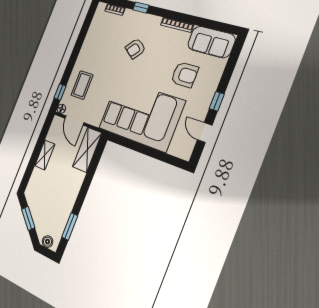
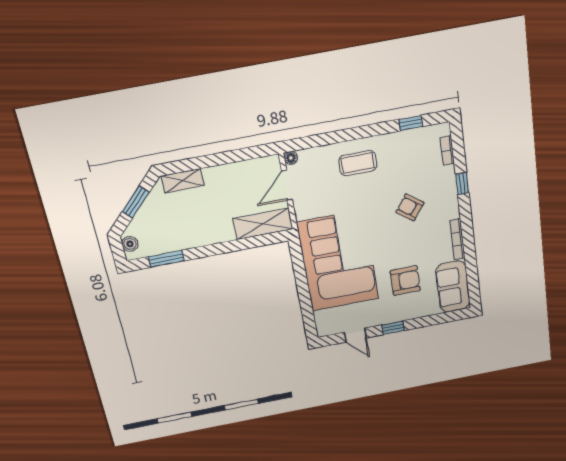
armchair: (185, 75) -> (405, 280), turned -90
coffee table: (82, 85) -> (358, 163), moved
window: (60, 92) -> (411, 123), moved
door: (205, 133) -> (355, 335), swing flipped
shelving: (45, 155) -> (183, 181), moved

